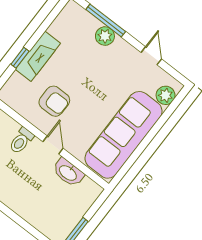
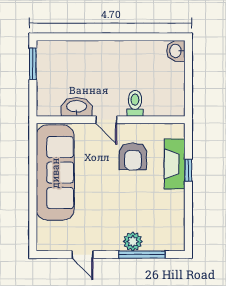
fireplace: (38, 56) -> (175, 164), moved
plant: (166, 95) -> (46, 231), removed
armchair: (54, 101) -> (133, 156), turned -90

